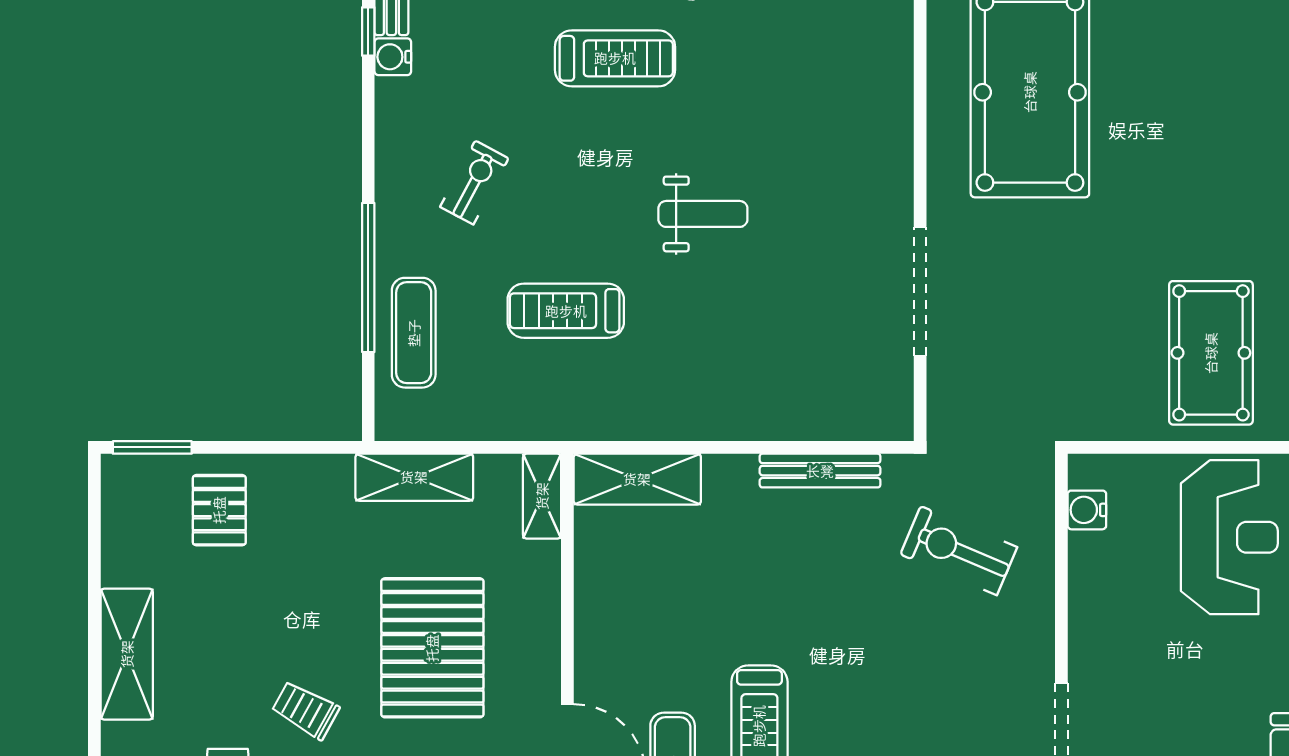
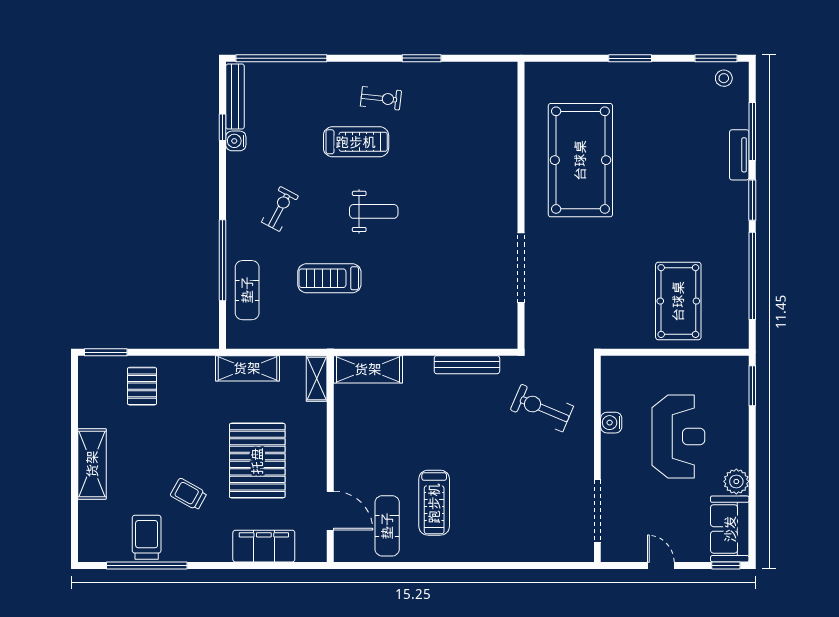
weight bench: (703, 214) -> (374, 211), moved
water cooler: (1087, 510) -> (611, 423), moved
reception desk: (1229, 537) -> (678, 436), moved

